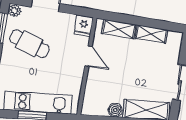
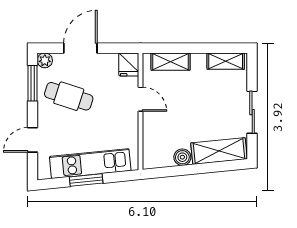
shelving: (151, 34) -> (226, 61), moved

